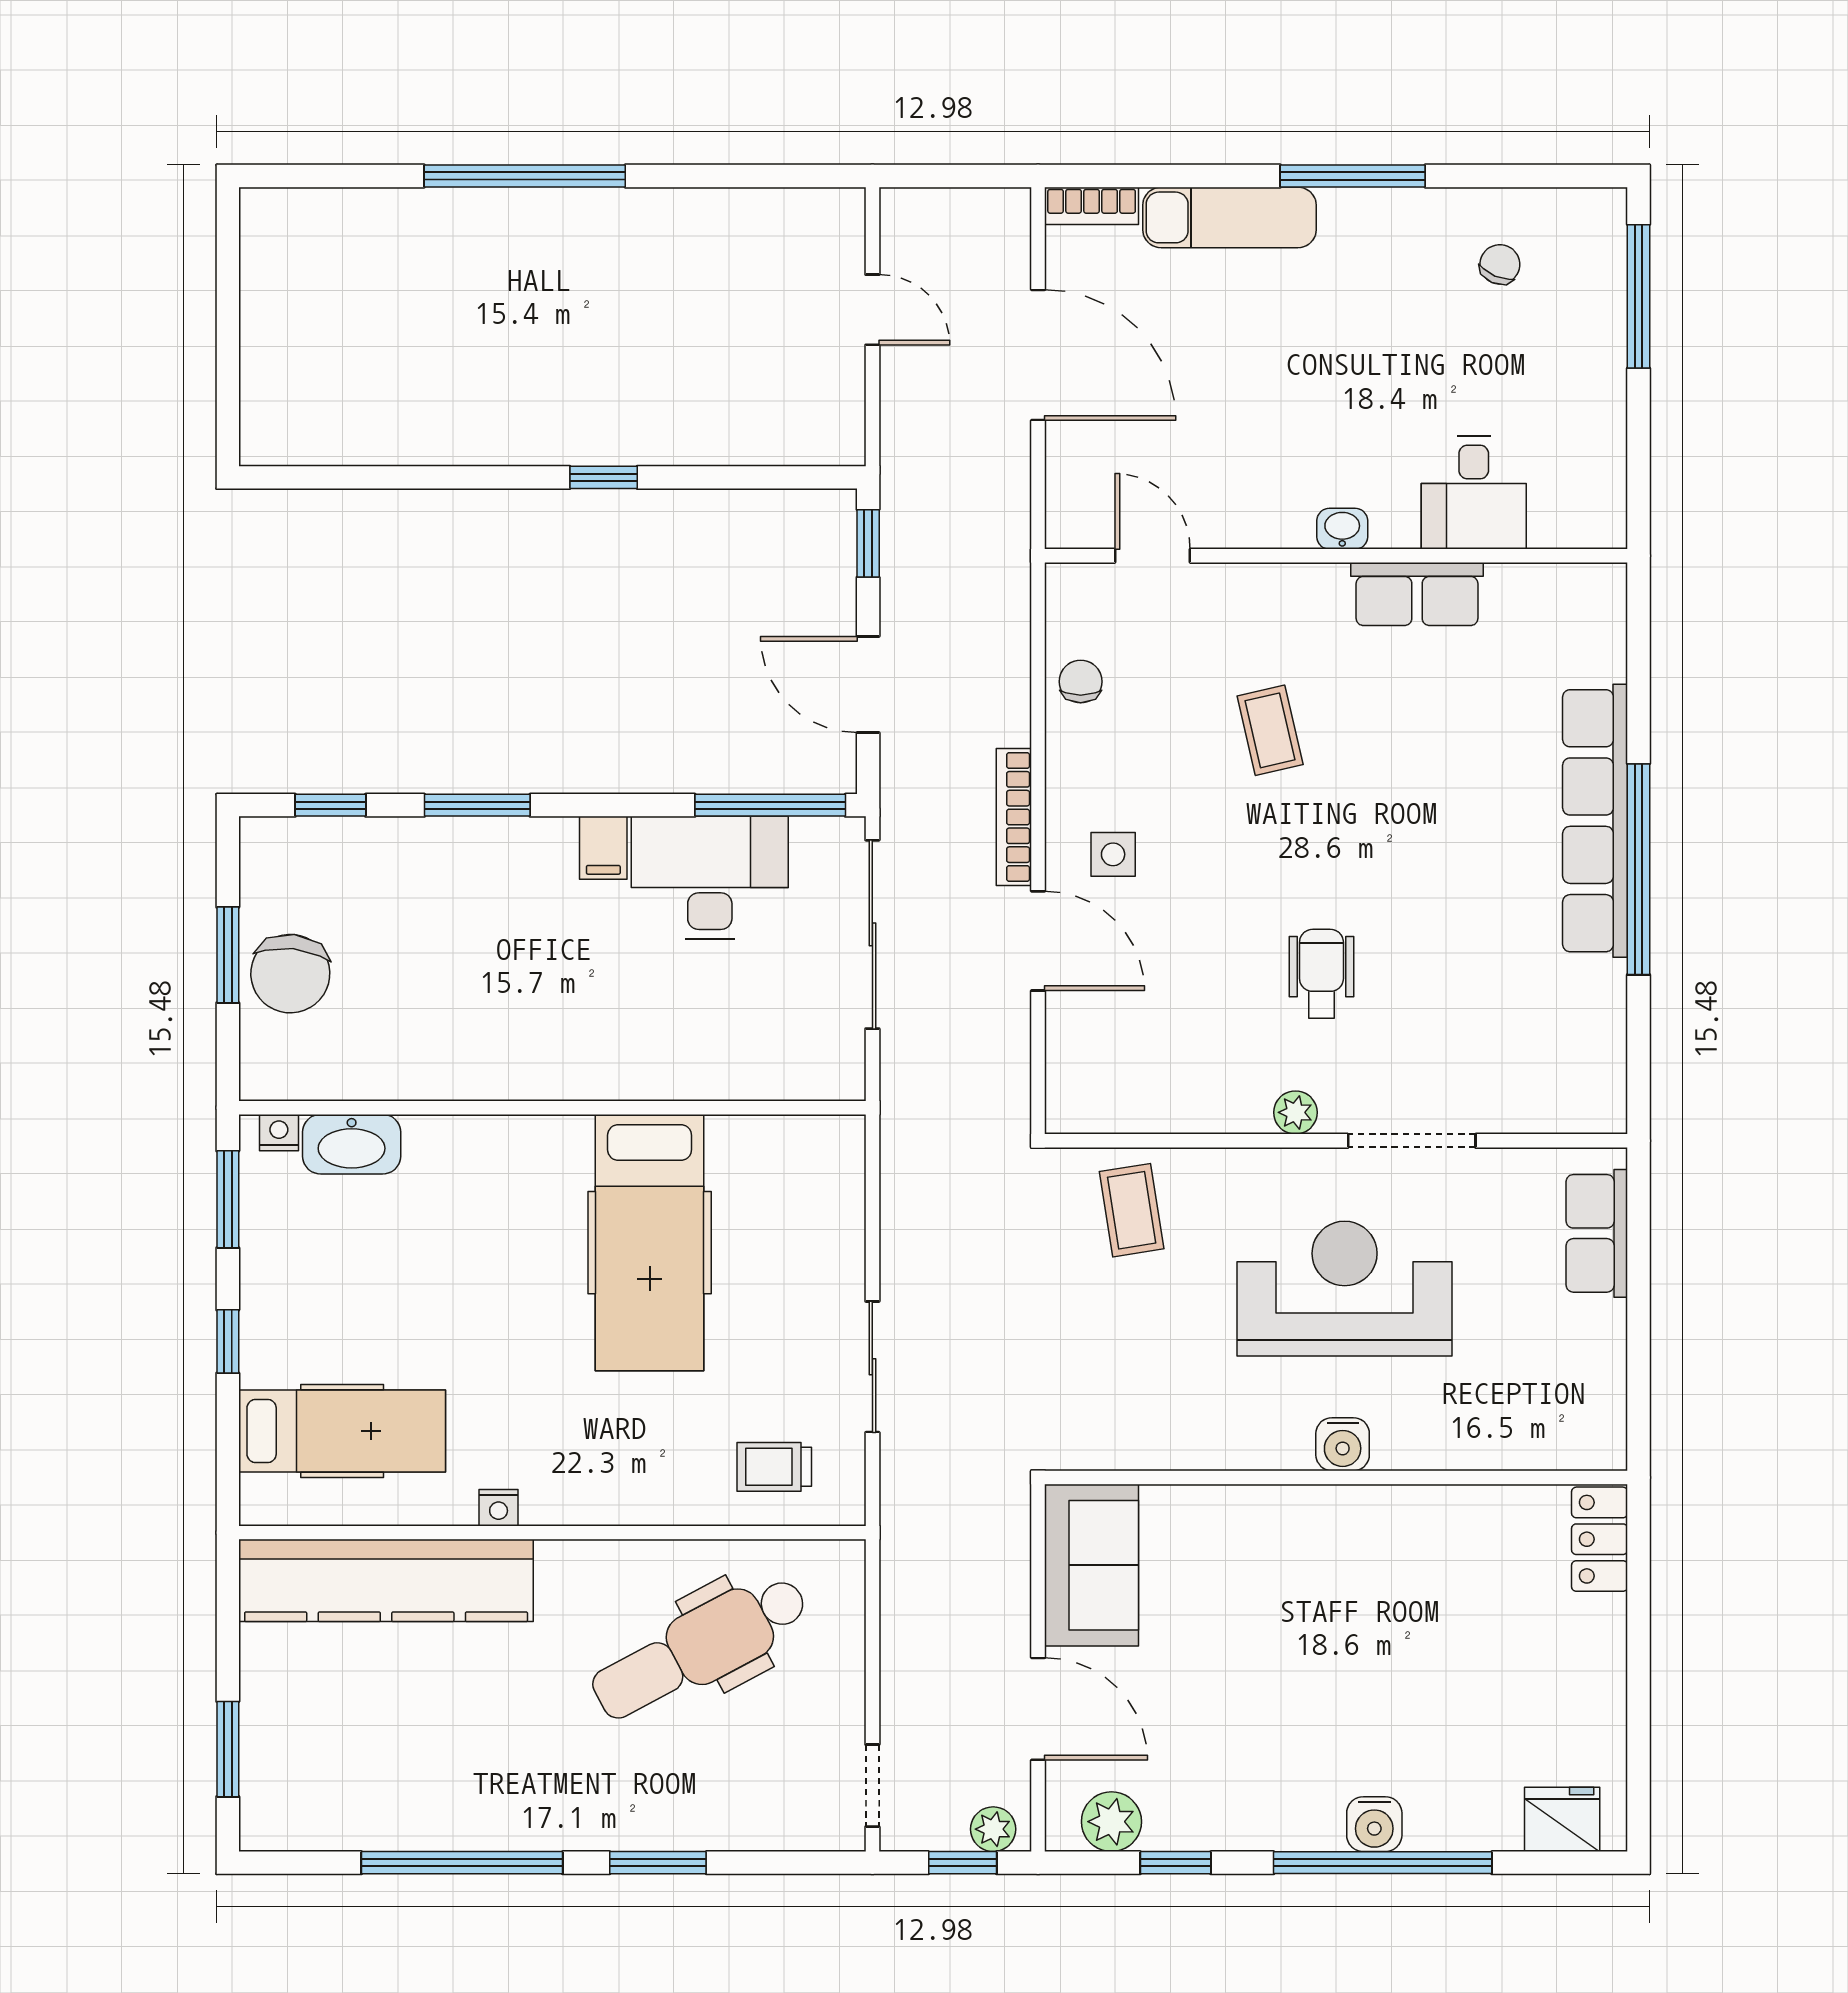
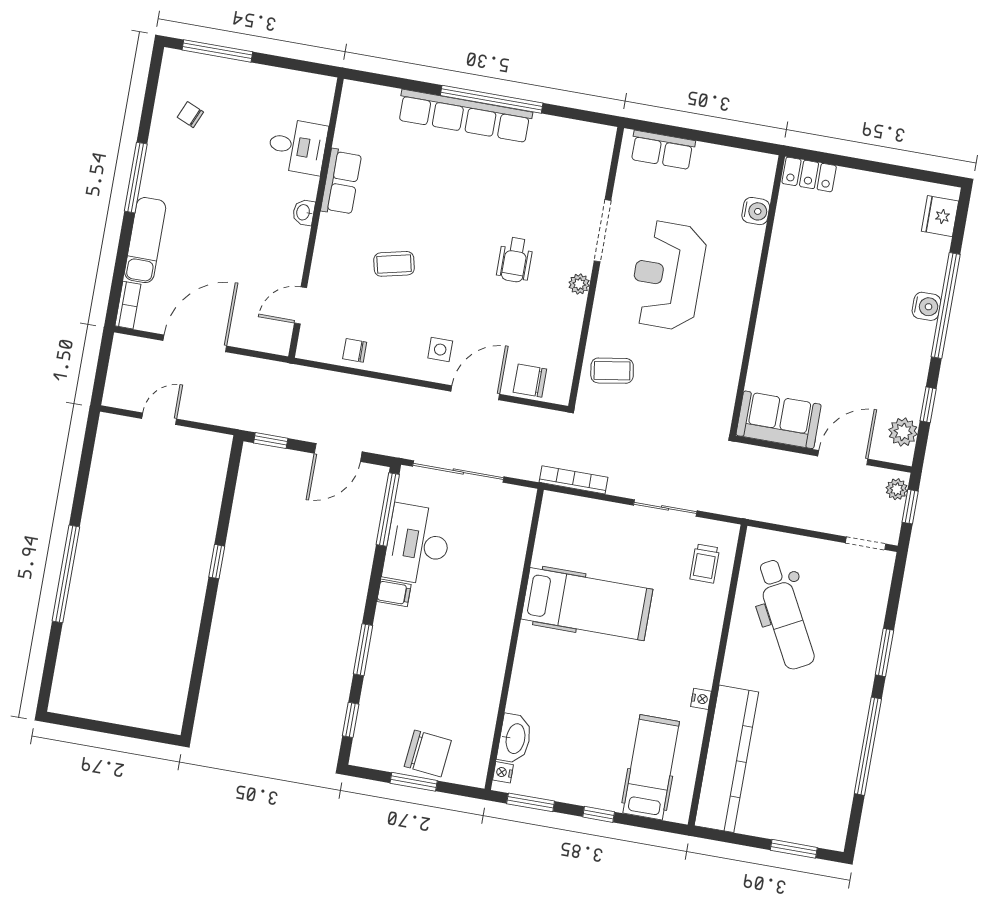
bookcase: (1014, 817) -> (574, 480), moved, turned 180
wheelchair: (1321, 974) -> (515, 260), turned -90
chair: (1082, 1047) -> (530, 381), added
water cooler: (1343, 1444) -> (756, 211), moved

